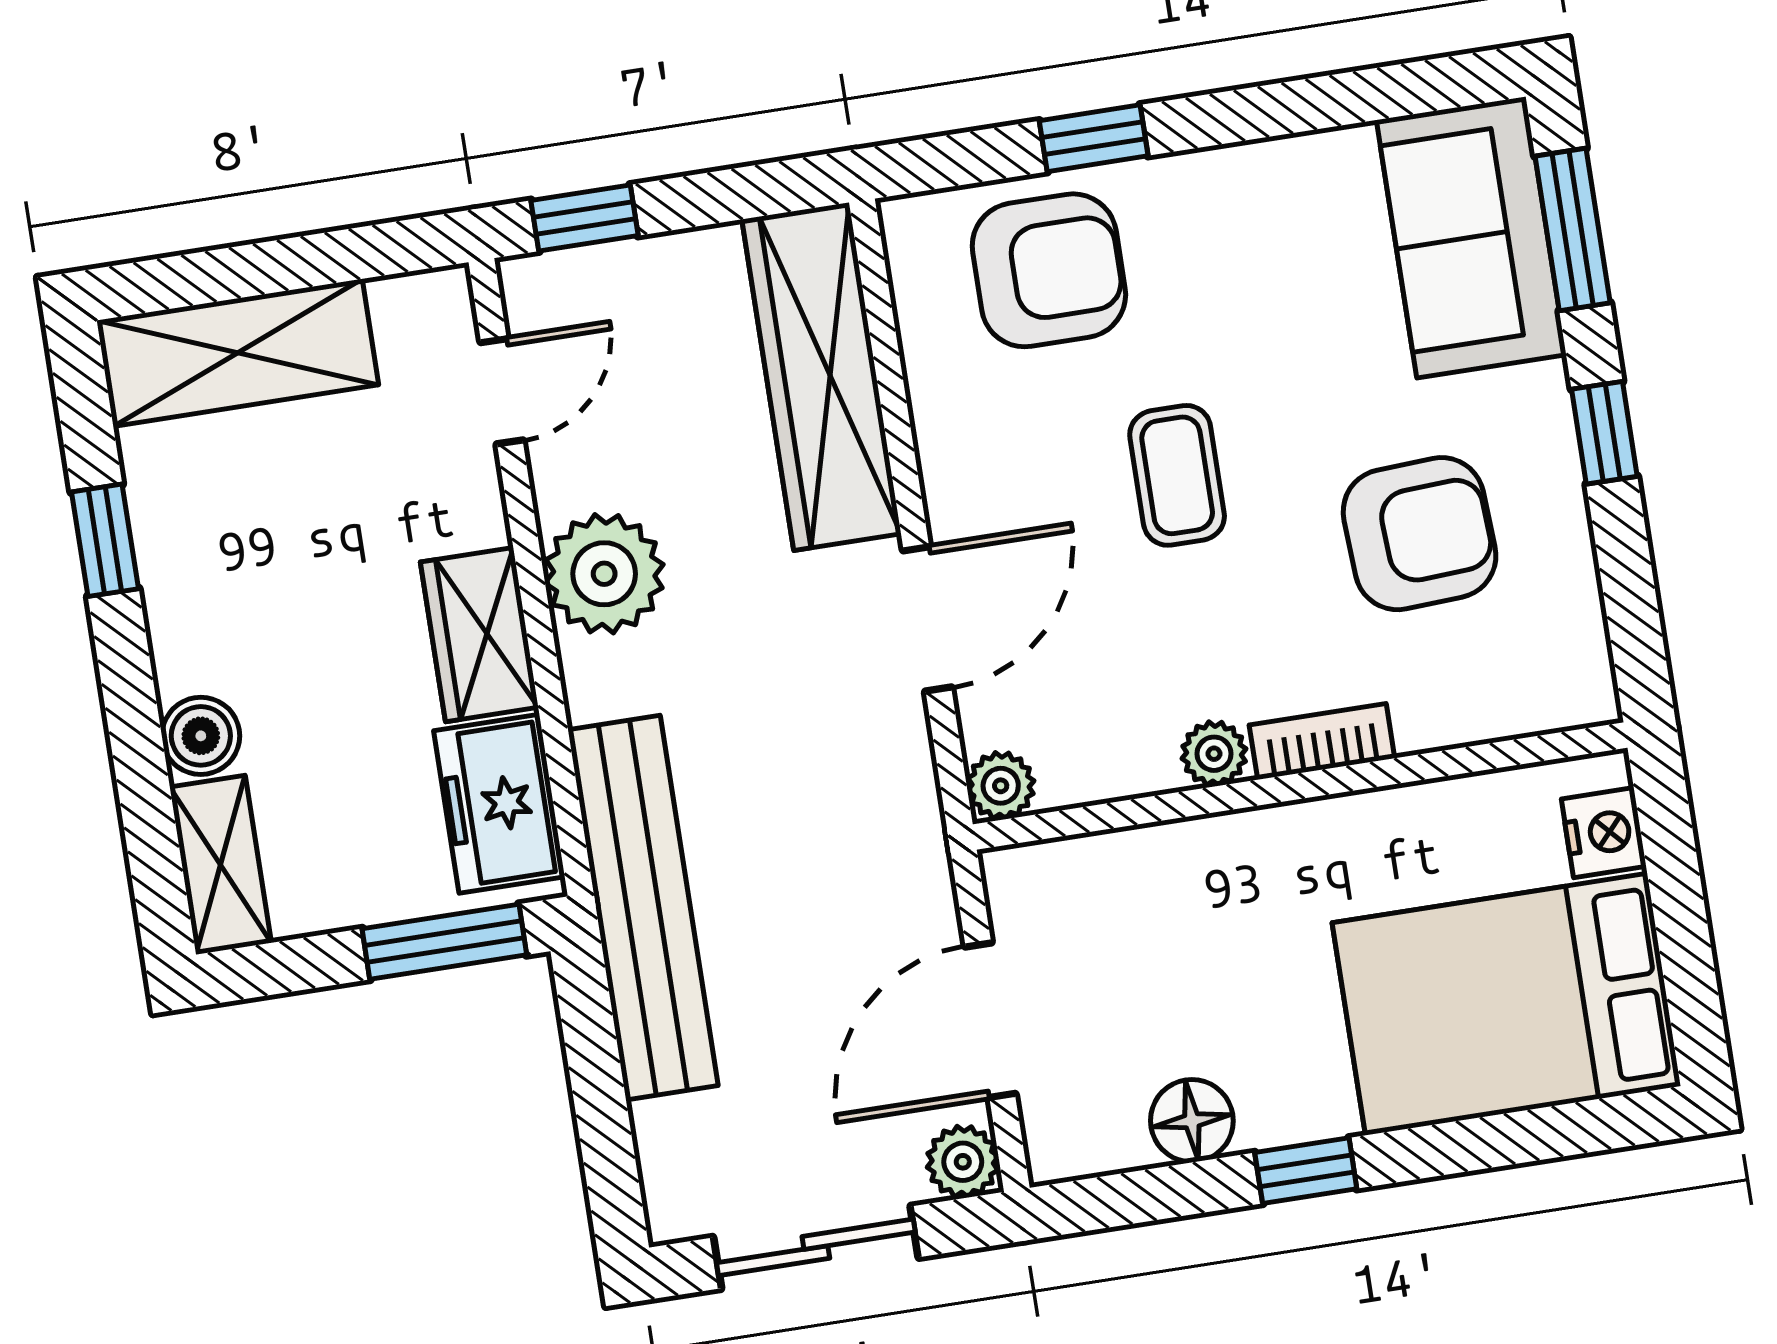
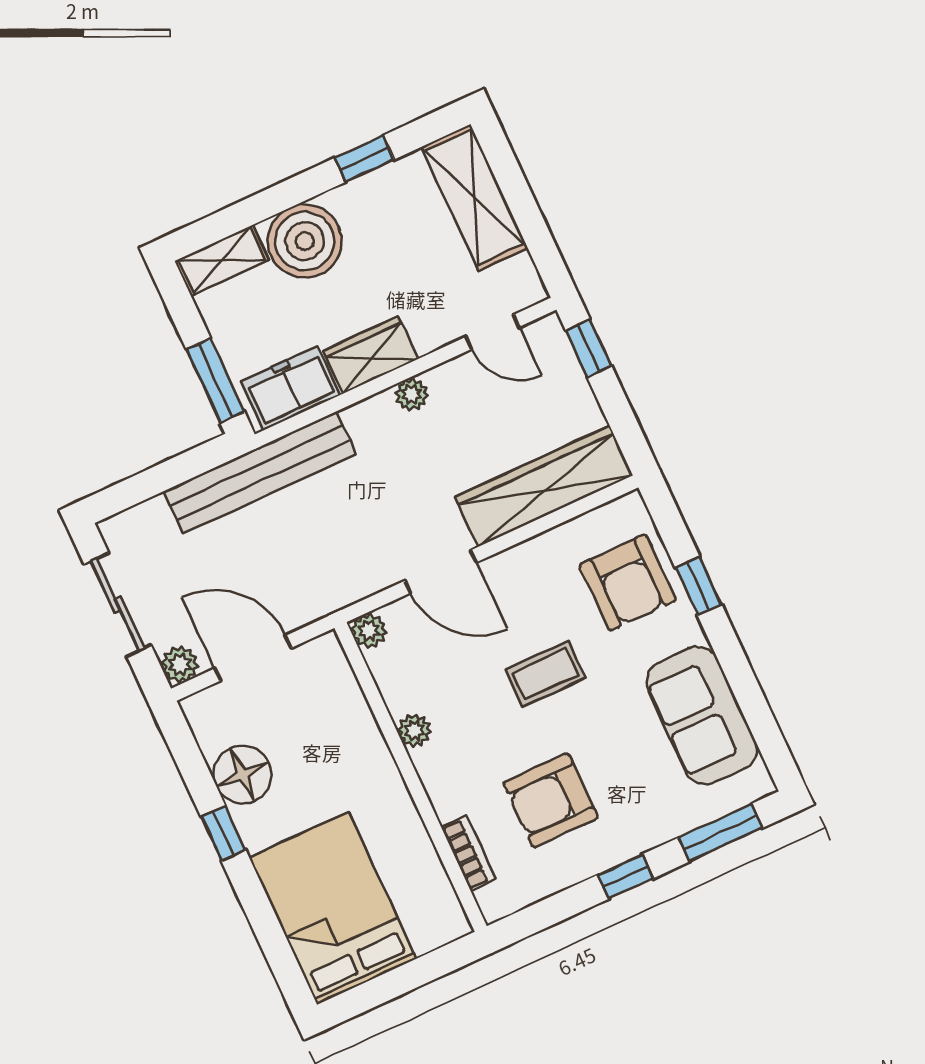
sofa: (1471, 237) -> (702, 716), moved, turned -90
armchair: (1420, 534) -> (551, 800), turned 93
plant: (604, 574) -> (411, 394), width x0.53, depth x0.53
boiler: (201, 736) -> (305, 241), width x1.86, depth x1.86
bookcase: (1322, 742) -> (468, 853), moved
nightstand: (1604, 833) -> (430, 932), removed
floor lamp: (1192, 1121) -> (242, 775), width x1.38, depth x1.38

